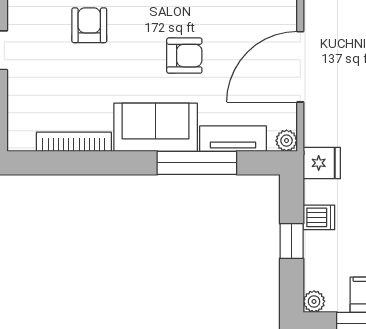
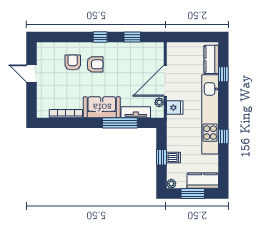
armchair: (184, 56) -> (95, 64), moved
plant: (287, 141) -> (159, 102), moved
fridge: (322, 163) -> (175, 108), moved
dishwasher: (319, 217) -> (173, 158), moved

